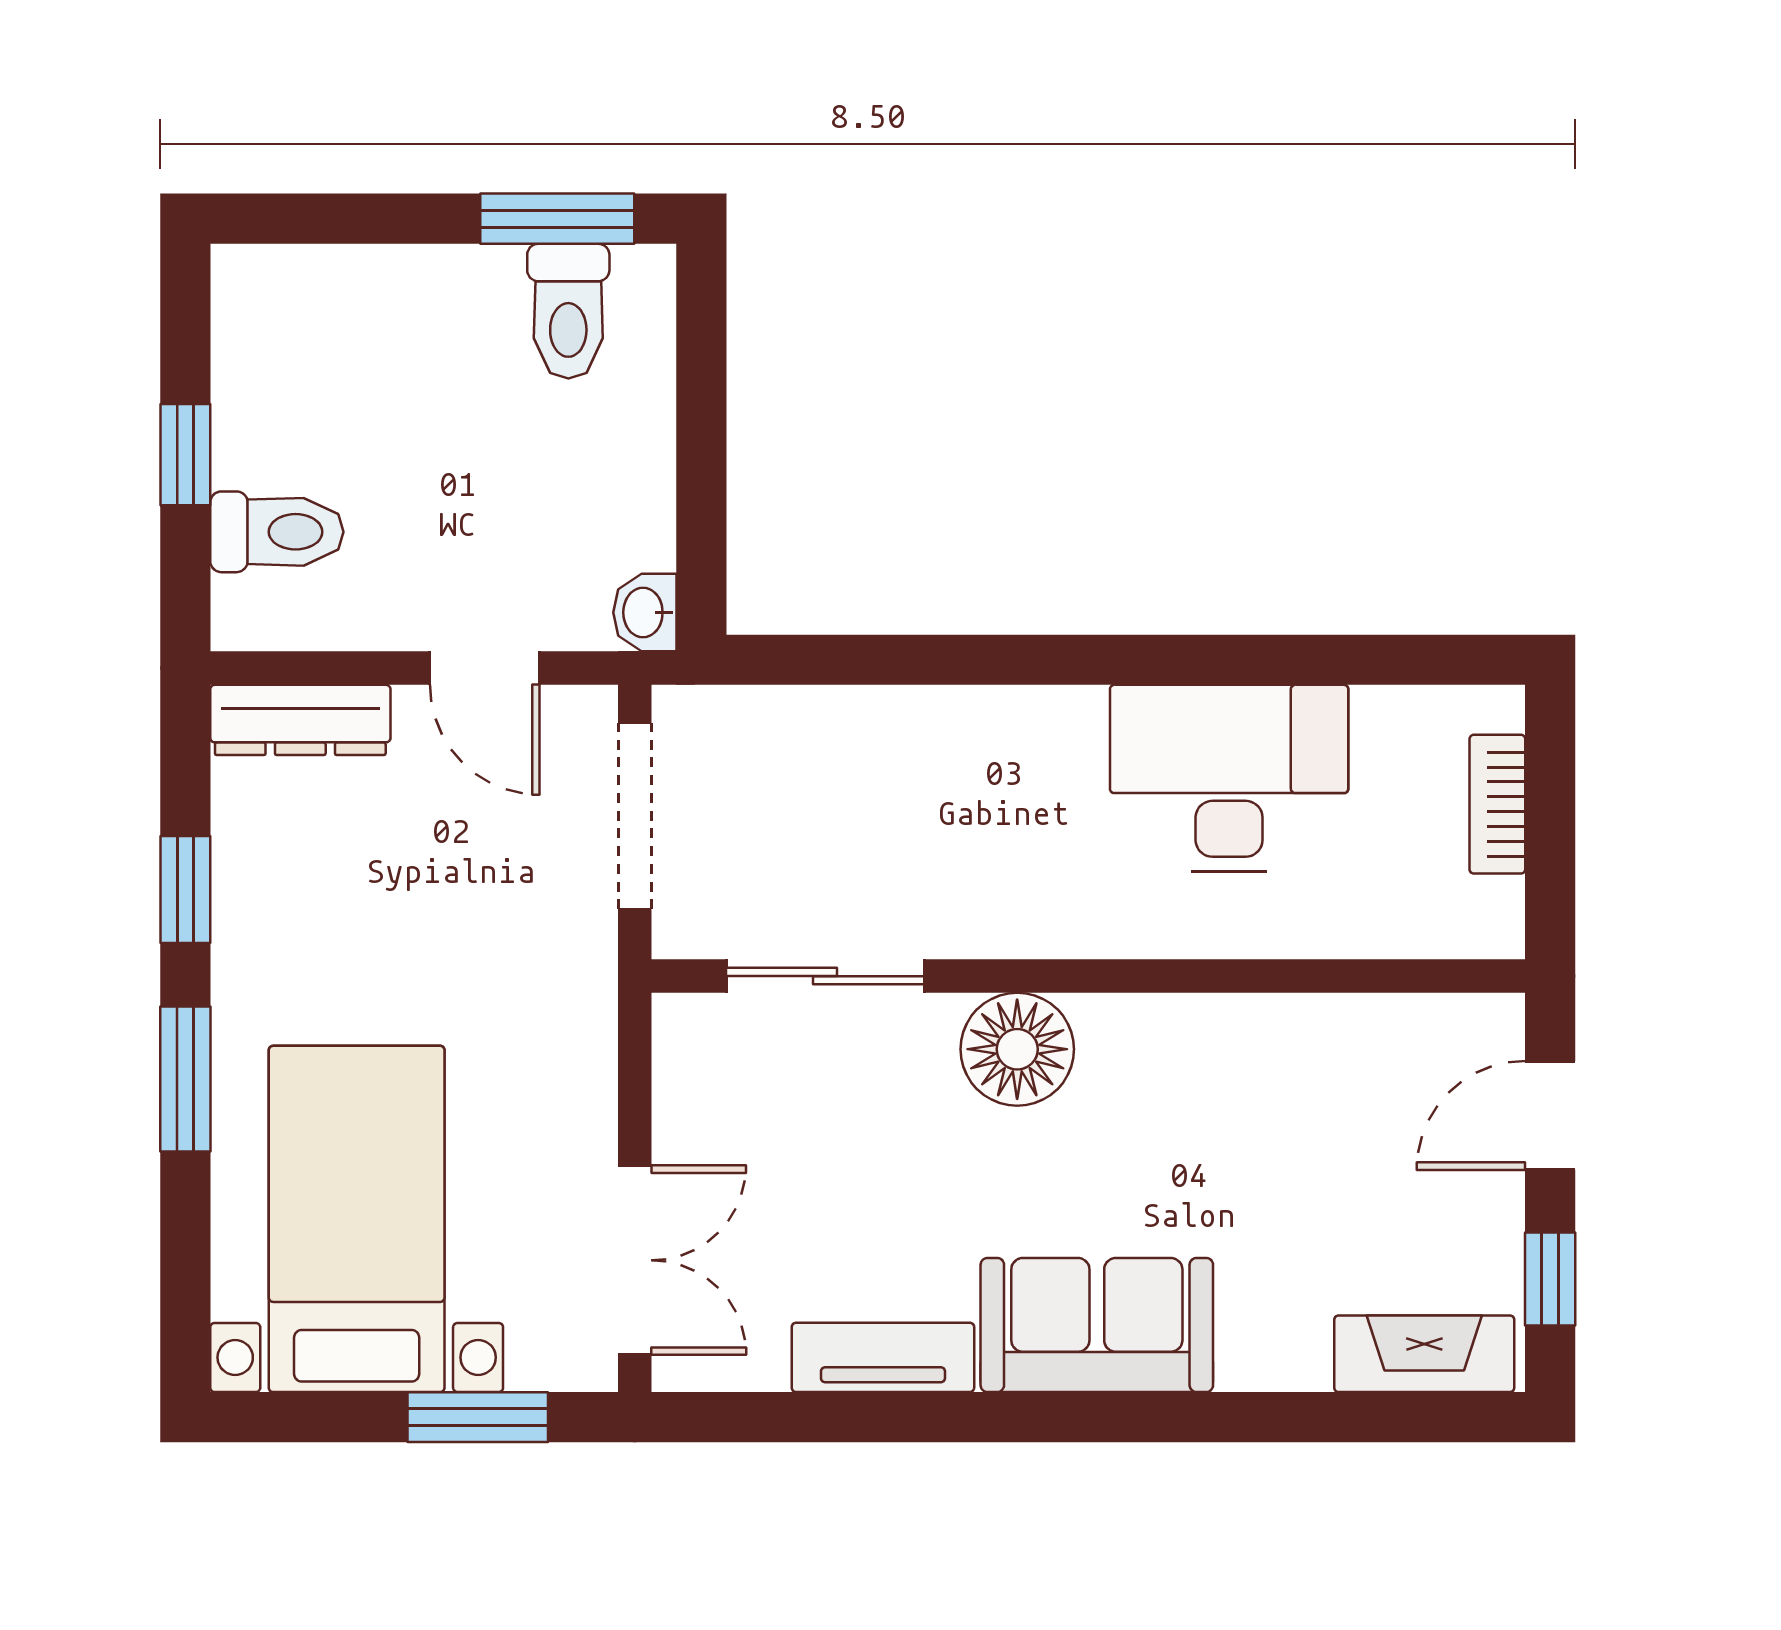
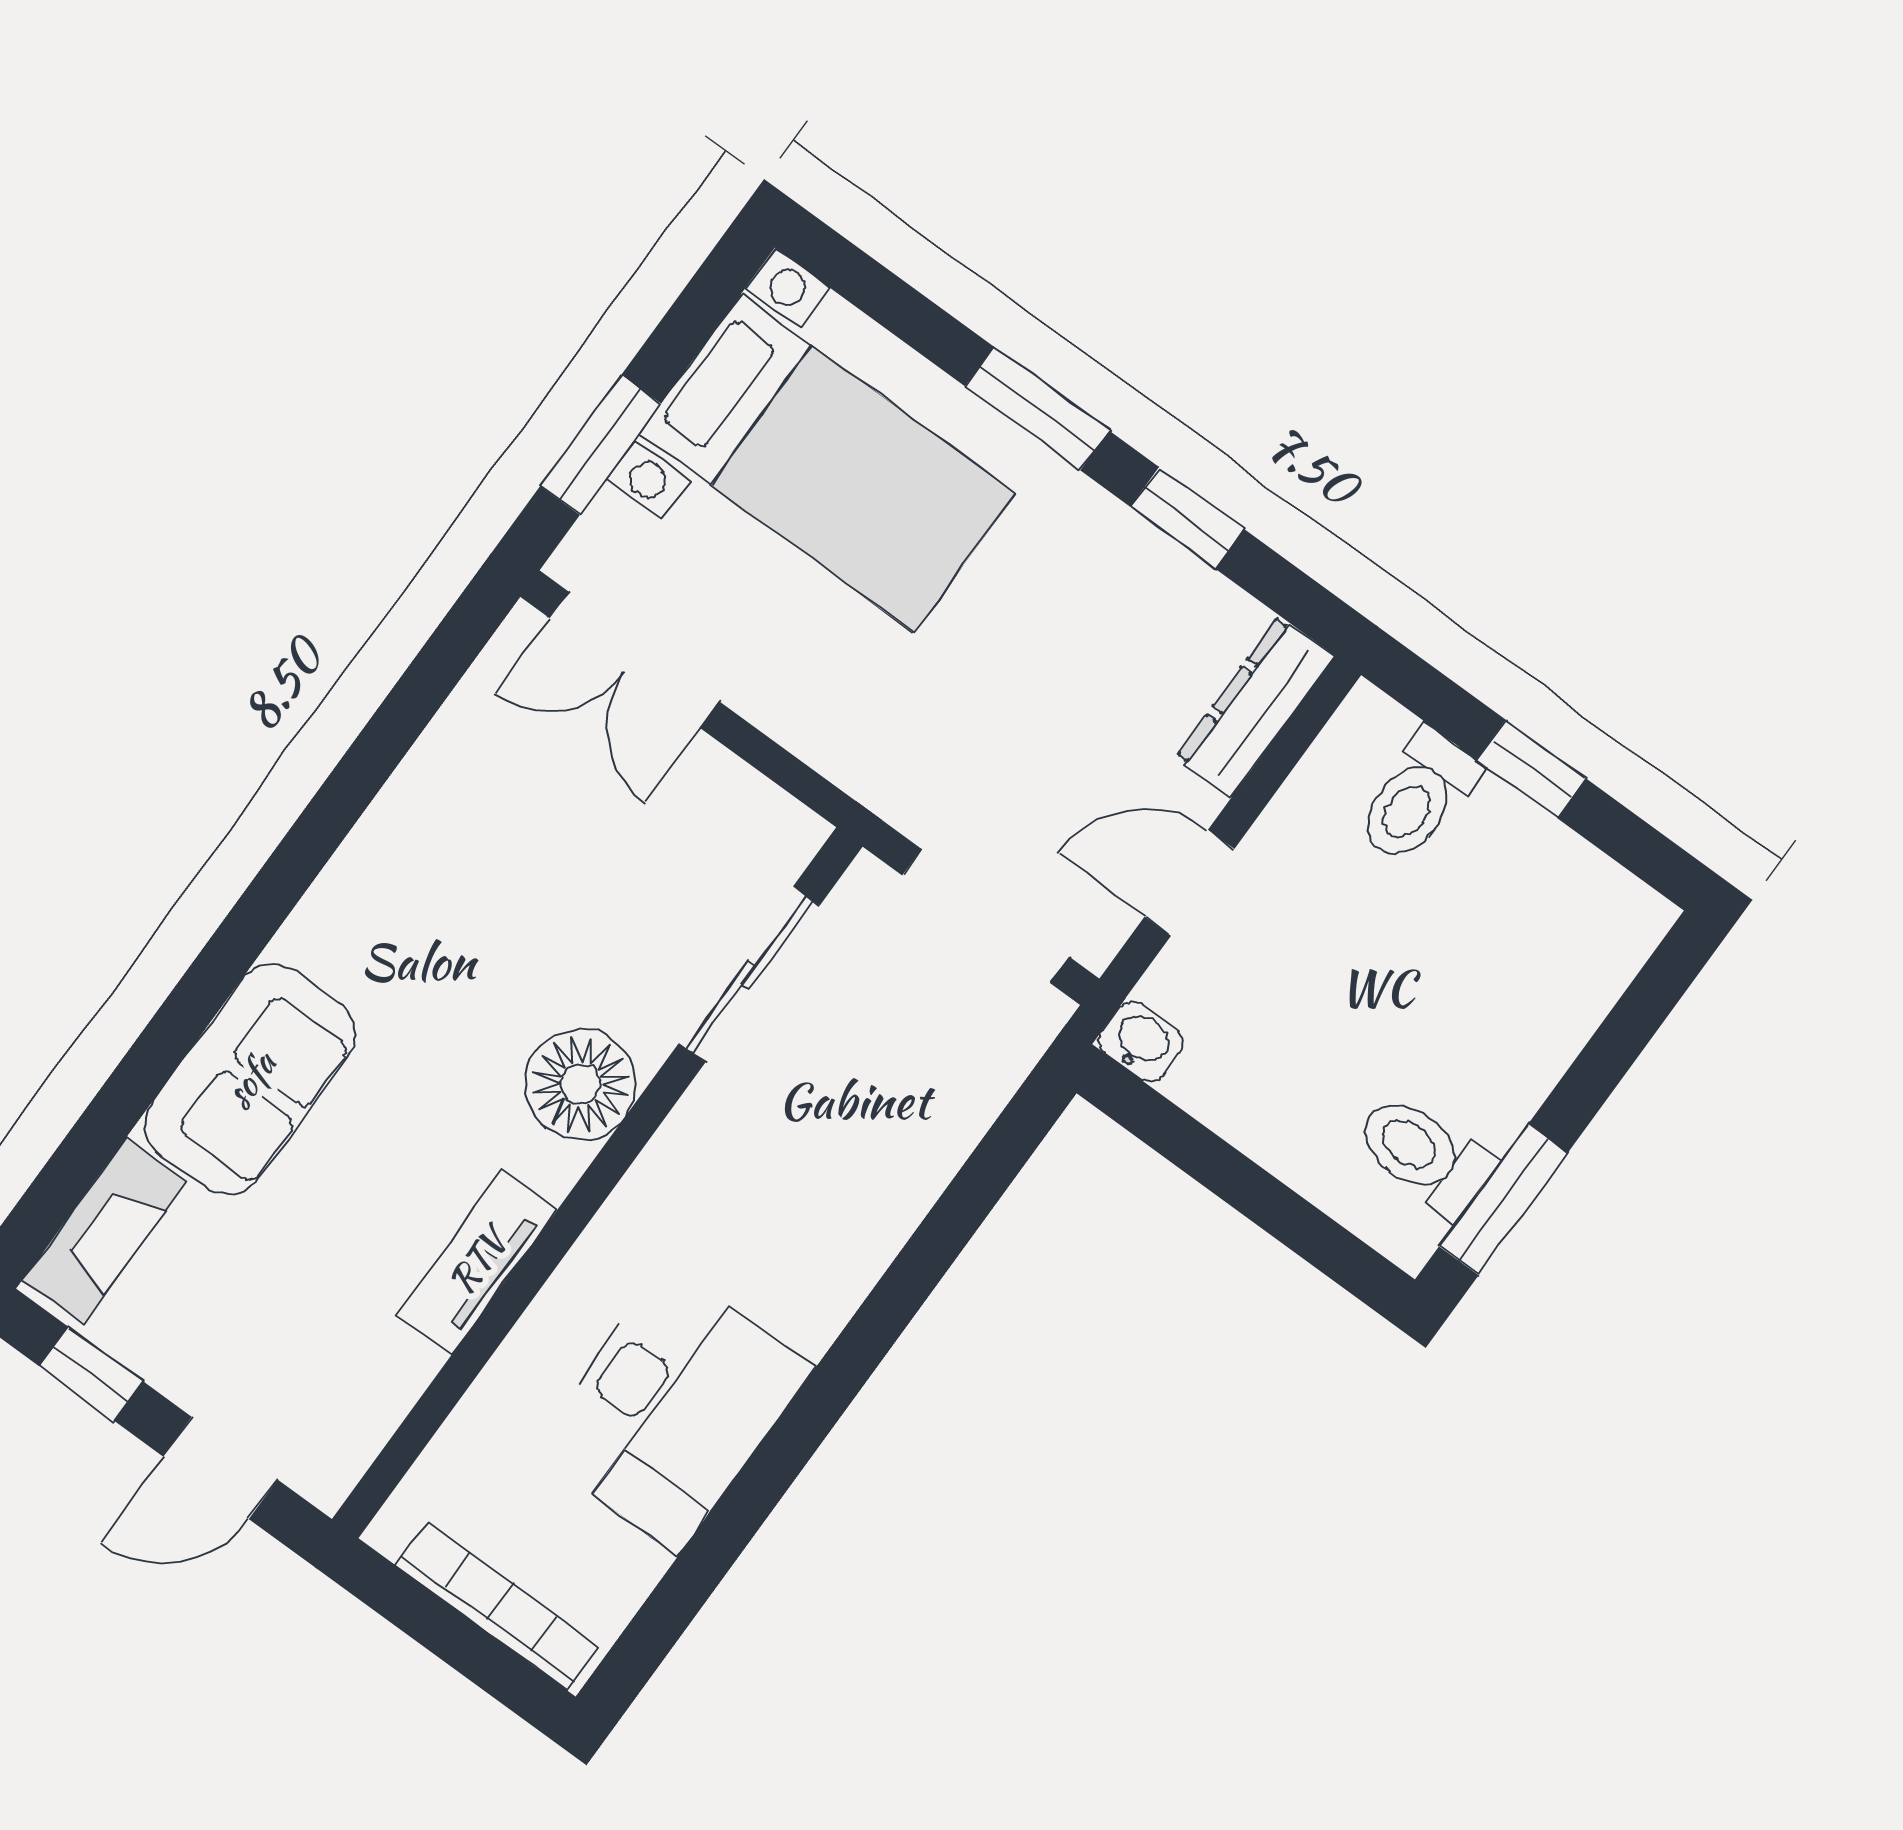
bookcase: (1497, 804) -> (497, 1606), width x1.56
door: (1550, 1115) -> (220, 1468), swing flipped
sofa: (1097, 1325) -> (250, 1079), moved
tv unit: (883, 1357) -> (477, 1262), moved, turned 180

